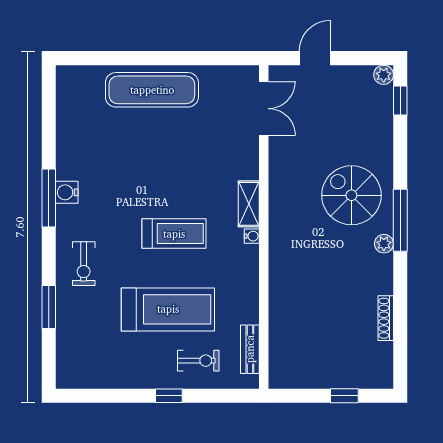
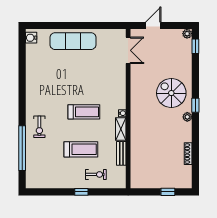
water cooler: (67, 192) -> (31, 38), moved
window: (49, 198) -> (22, 94), removed
shelving: (249, 204) -> (121, 129), moved
window: (400, 220) -> (195, 105), width x0.46
window: (49, 307) -> (22, 148), width x2.11
treadmill: (168, 309) -> (81, 149), width x0.73, depth x0.73
bench: (250, 349) -> (121, 153), moved

